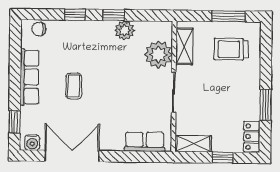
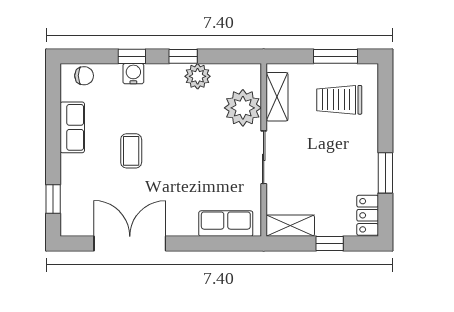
chair: (39, 29) -> (84, 76), turned 180
row of seats: (29, 77) -> (72, 127), width x0.68
water cooler: (32, 143) -> (133, 74), moved, turned 180

